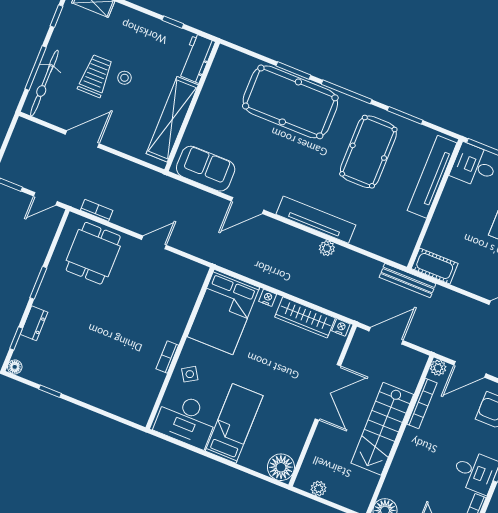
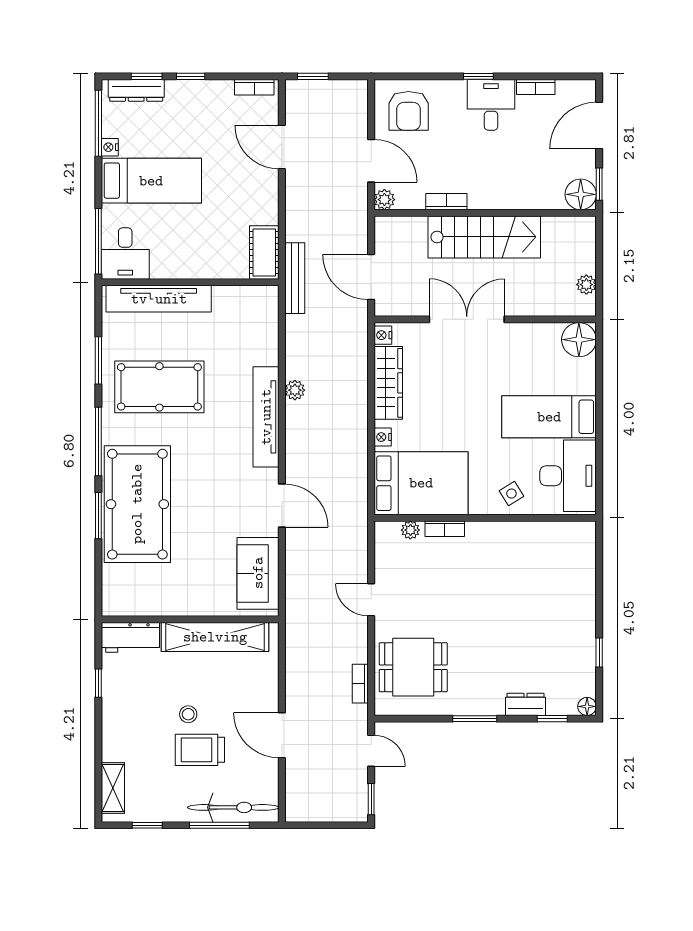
plant: (193, 291) -> (410, 530), added
bookcase: (167, 357) -> (445, 529), moved
bookcase: (422, 403) -> (446, 202), width x0.64

